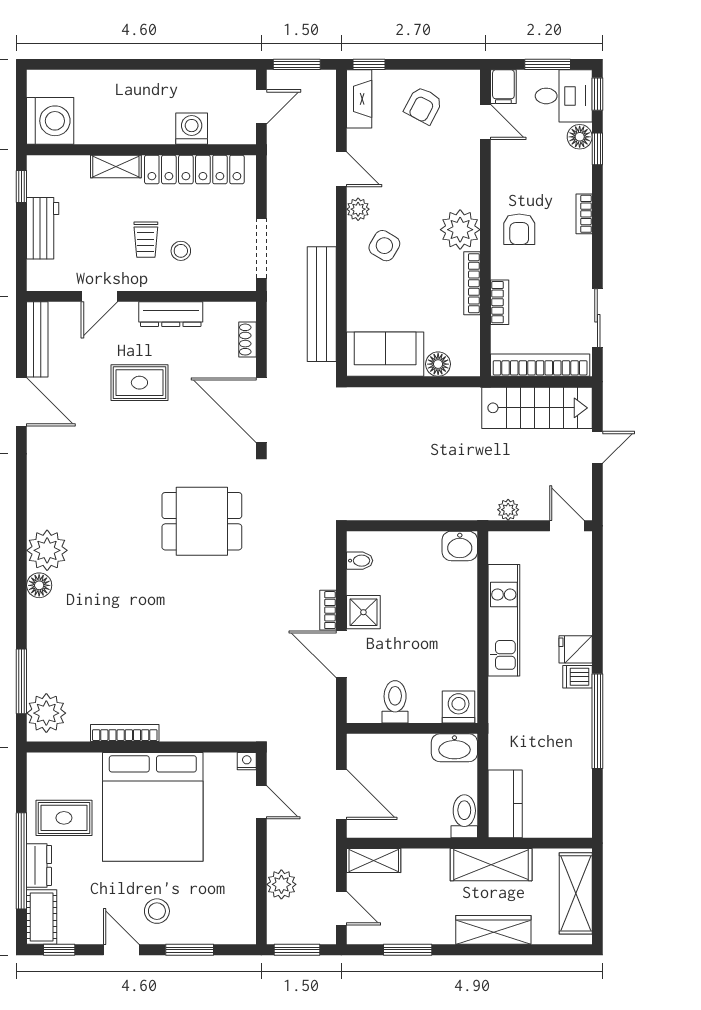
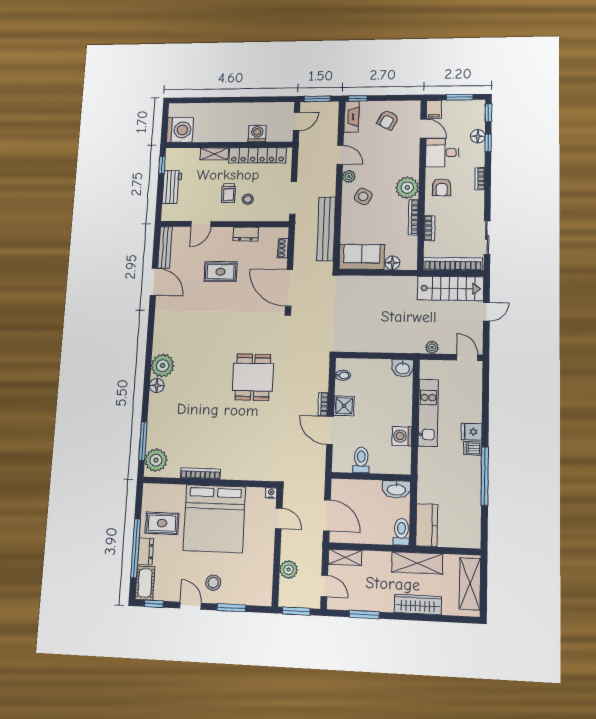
desk: (564, 96) -> (442, 153), moved, turned 180
dresser: (171, 314) -> (246, 234), width x0.70
dining table: (202, 521) -> (253, 377), moved, turned 90
washing machine: (459, 707) -> (402, 436), moved, turned -90

